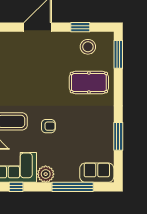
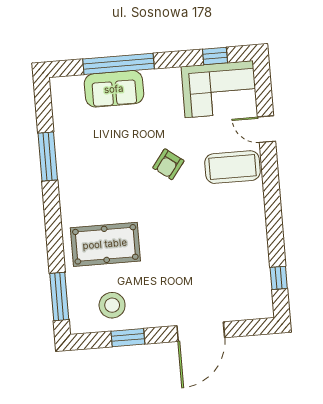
armchair: (48, 126) -> (168, 164), turned -53
sofa: (97, 173) -> (114, 89), moved
plant: (46, 174) -> (166, 82), removed

